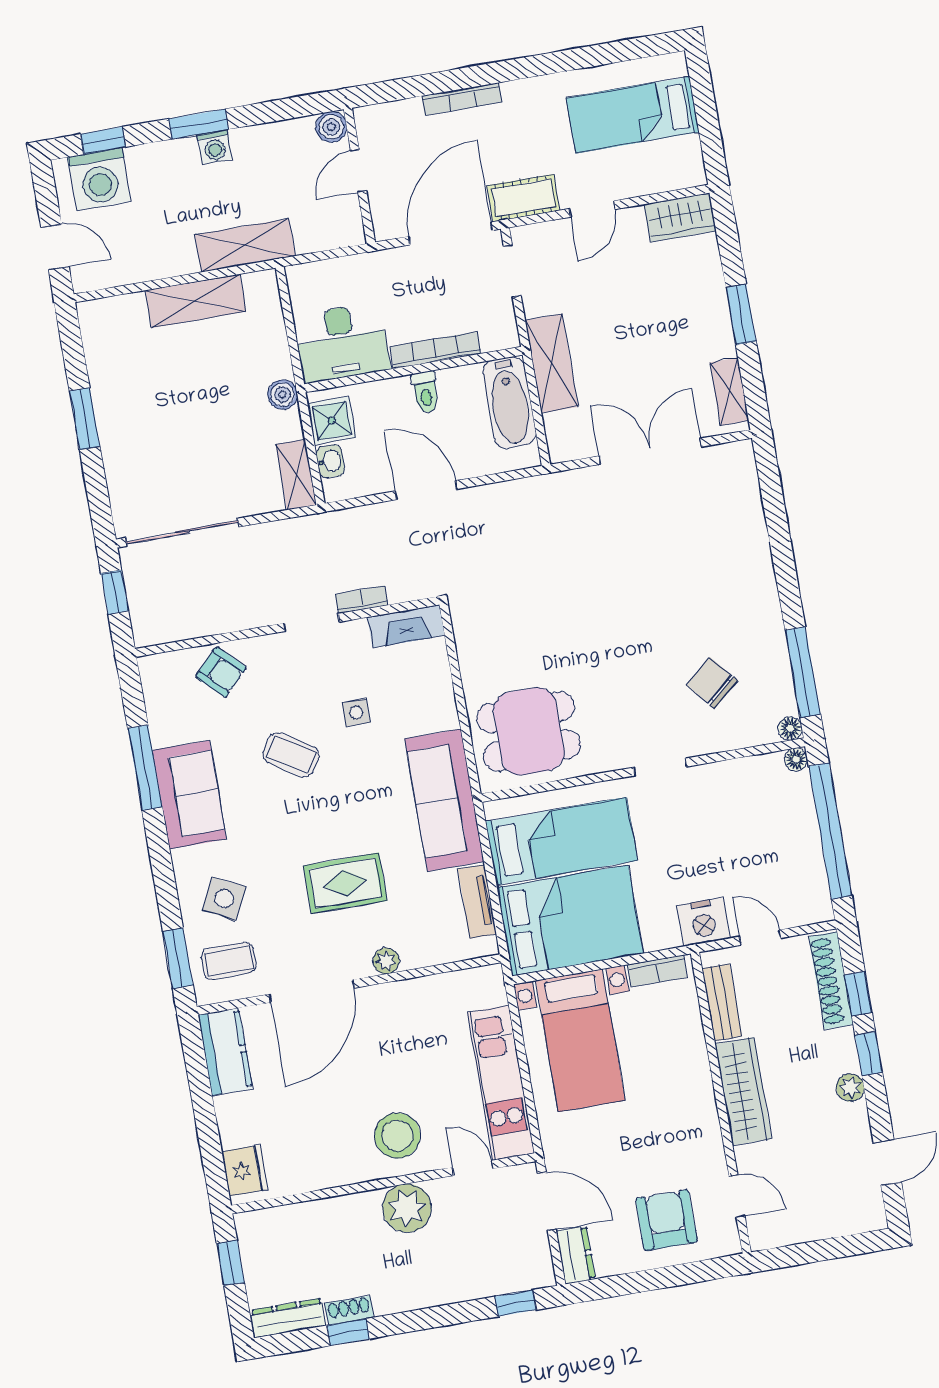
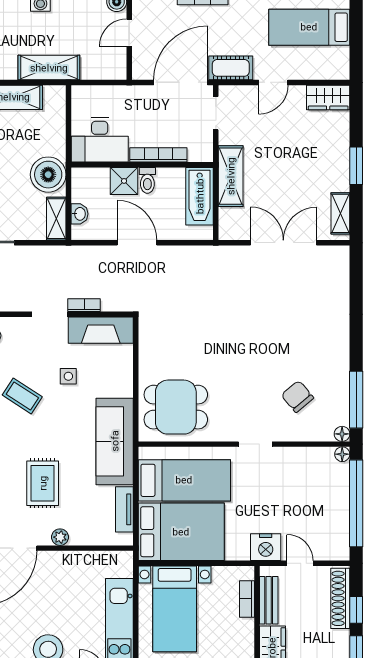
boiler: (283, 395) -> (48, 175), width x1.86, depth x1.86
shower: (332, 421) -> (124, 181), moved
fireplace: (406, 626) -> (101, 330), width x1.37, depth x1.32
rug: (345, 883) -> (43, 483), turned 90
bookcase: (657, 971) -> (247, 599), moved, turned 90

